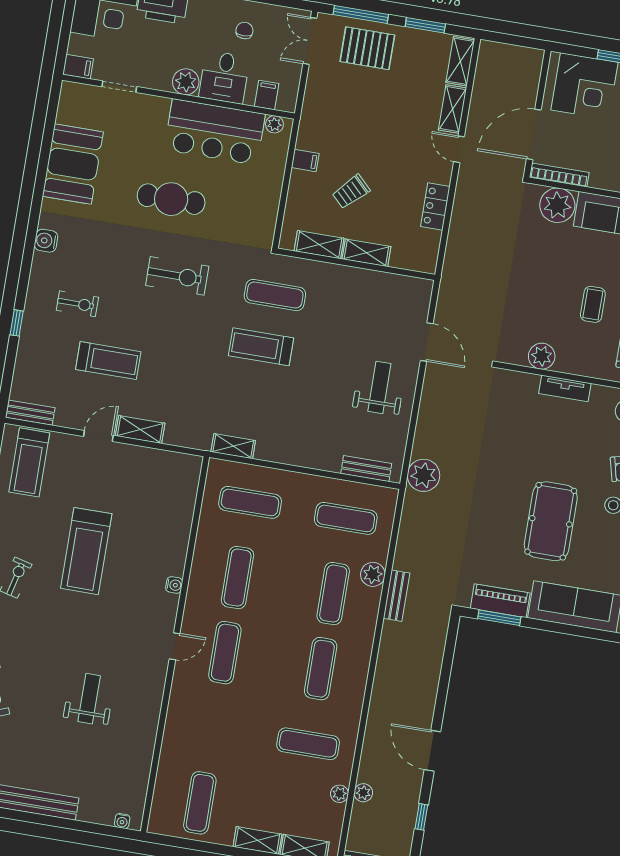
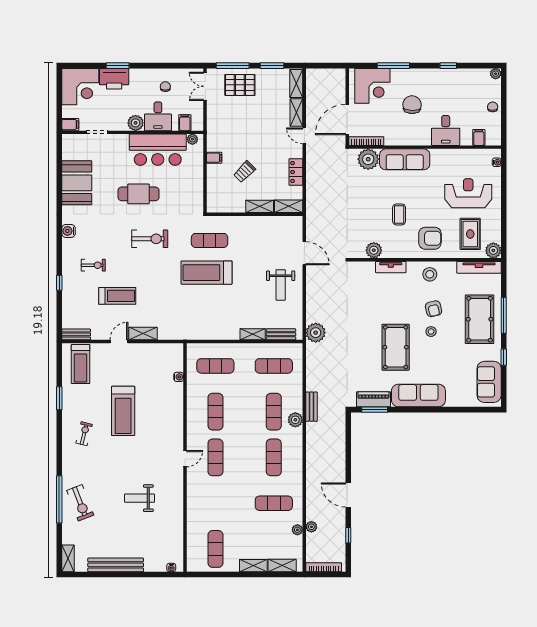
shelving: (319, 245) -> (289, 206), moved
treadmill: (261, 347) -> (206, 273), width x1.37, depth x1.38
weight bench: (379, 387) -> (281, 285), turned 180
shelving: (233, 446) -> (253, 334), moved
plant: (373, 574) -> (295, 420), moved
water cooler: (174, 585) -> (179, 377), moved
weight bench: (89, 699) -> (139, 498), turned -90

